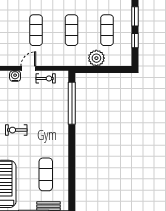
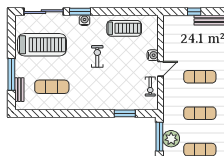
door: (28, 68) -> (160, 69), hinge flipped
window: (94, 70) -> (159, 137), added
window: (72, 103) -> (125, 113), width x0.47

